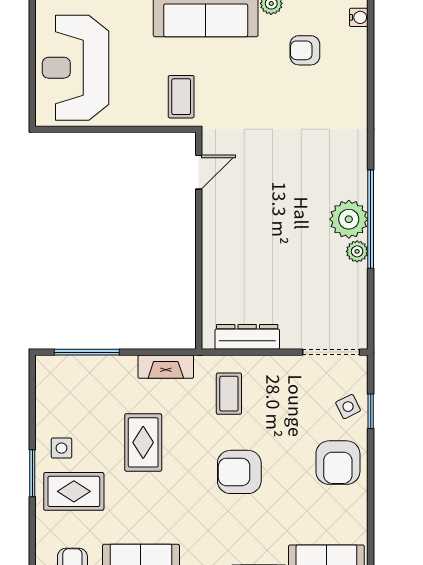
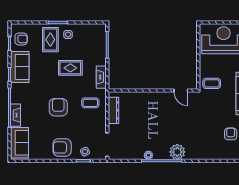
plant: (349, 219) -> (177, 152), moved

